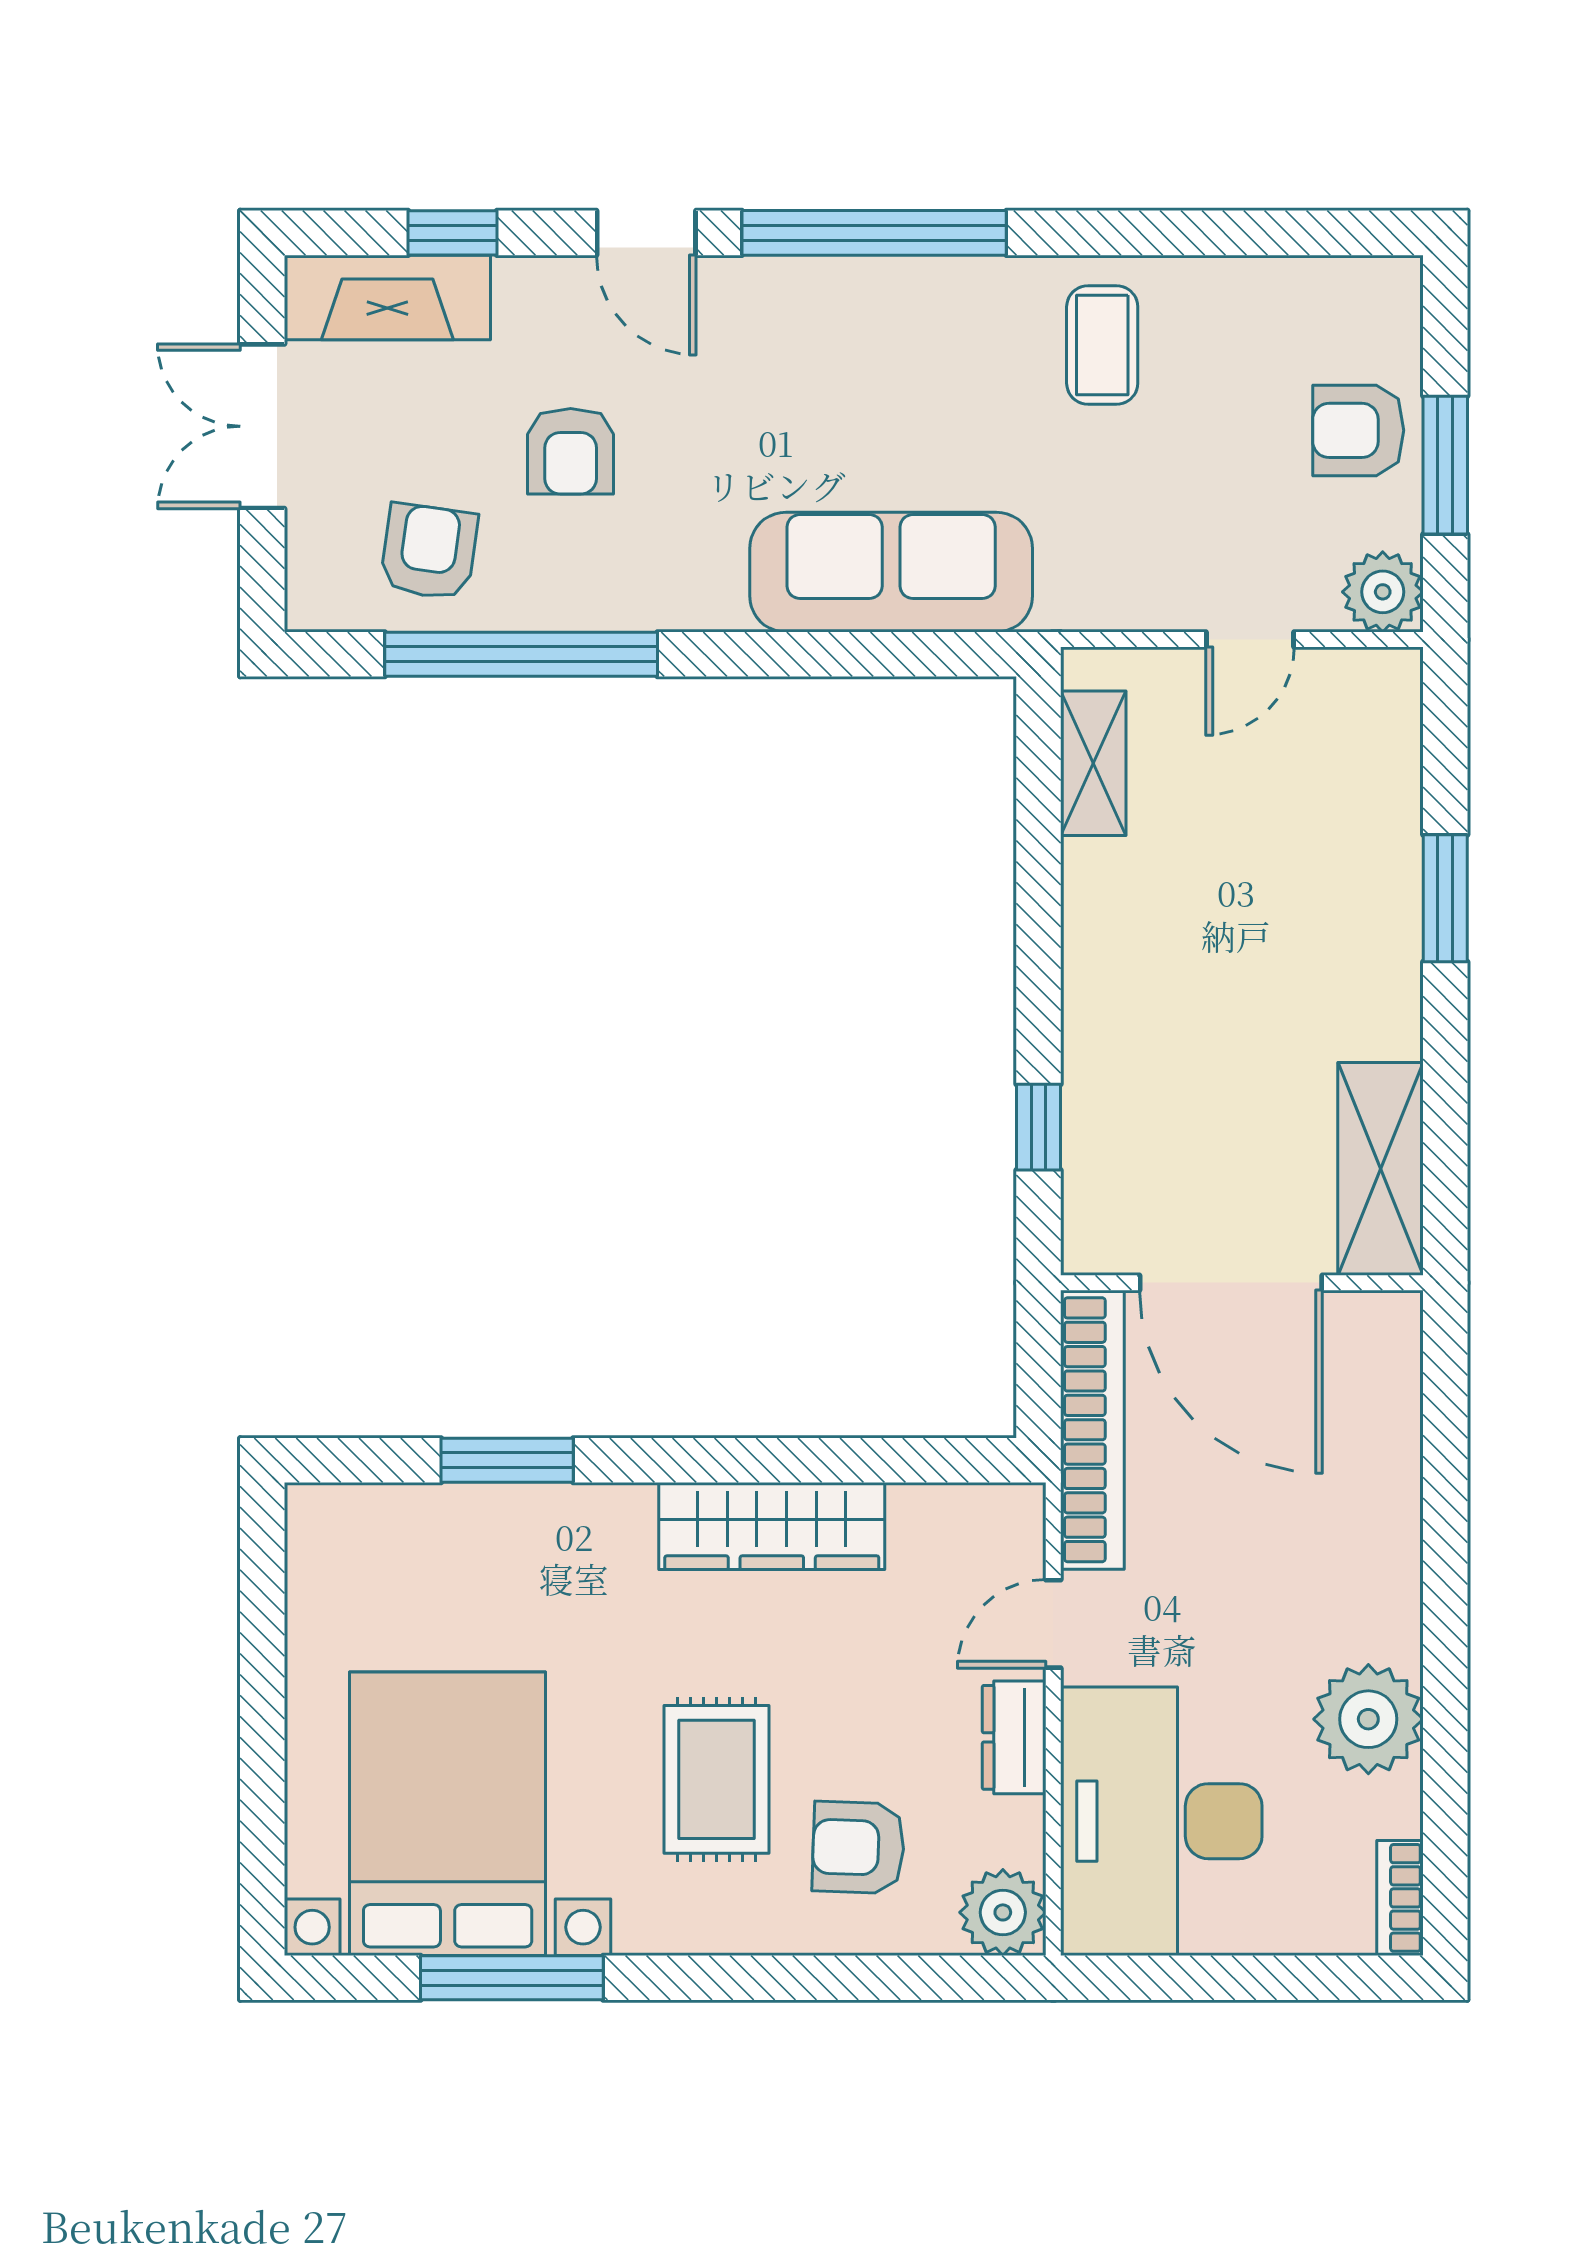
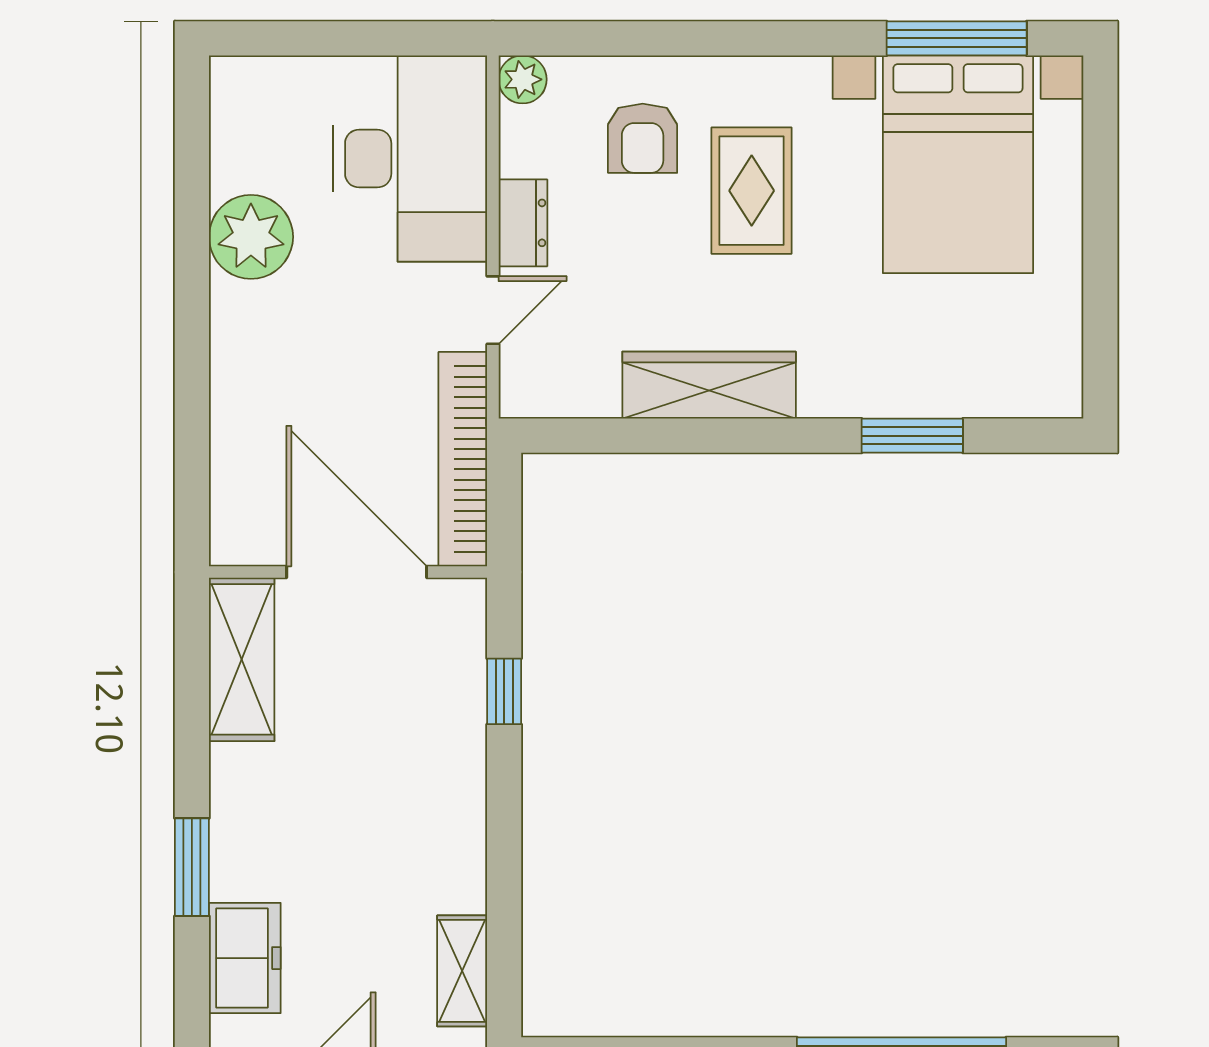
freezer: (1376, 780) -> (245, 958), added
armchair: (858, 1848) -> (643, 138), turned 88
bookcase: (1400, 1898) -> (227, 100), removed
plant: (1003, 1912) -> (523, 79), width x0.73, depth x0.73
window: (512, 1978) -> (957, 38), moved

